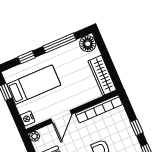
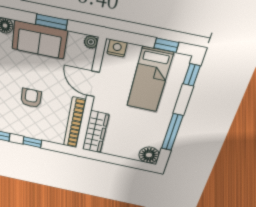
window: (27, 57) -> (192, 75), moved
wardrobe: (102, 75) -> (95, 132), moved, turned 90

